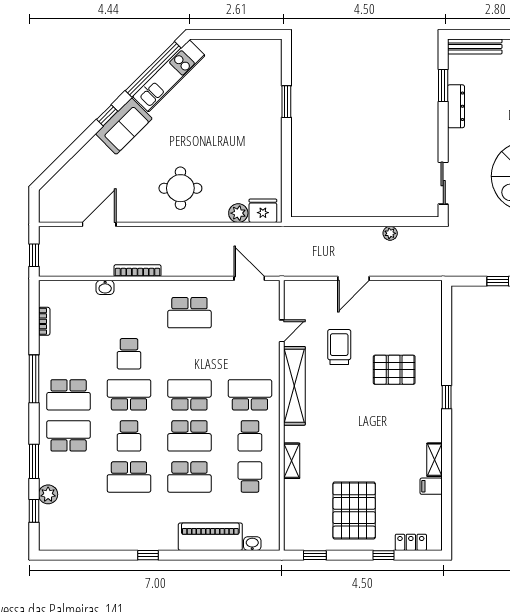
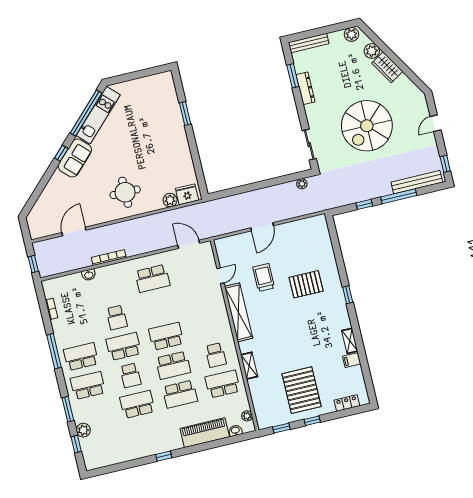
plant: (390, 233) -> (302, 184), moved
school desk: (69, 395) -> (81, 357), turned 180
school desk: (250, 395) -> (209, 326), removed
school desk: (129, 477) -> (137, 404), turned 180
school desk: (250, 477) -> (223, 384), width x1.85
plant: (273, 528) -> (247, 416), added
window: (384, 555) -> (312, 421), moved

